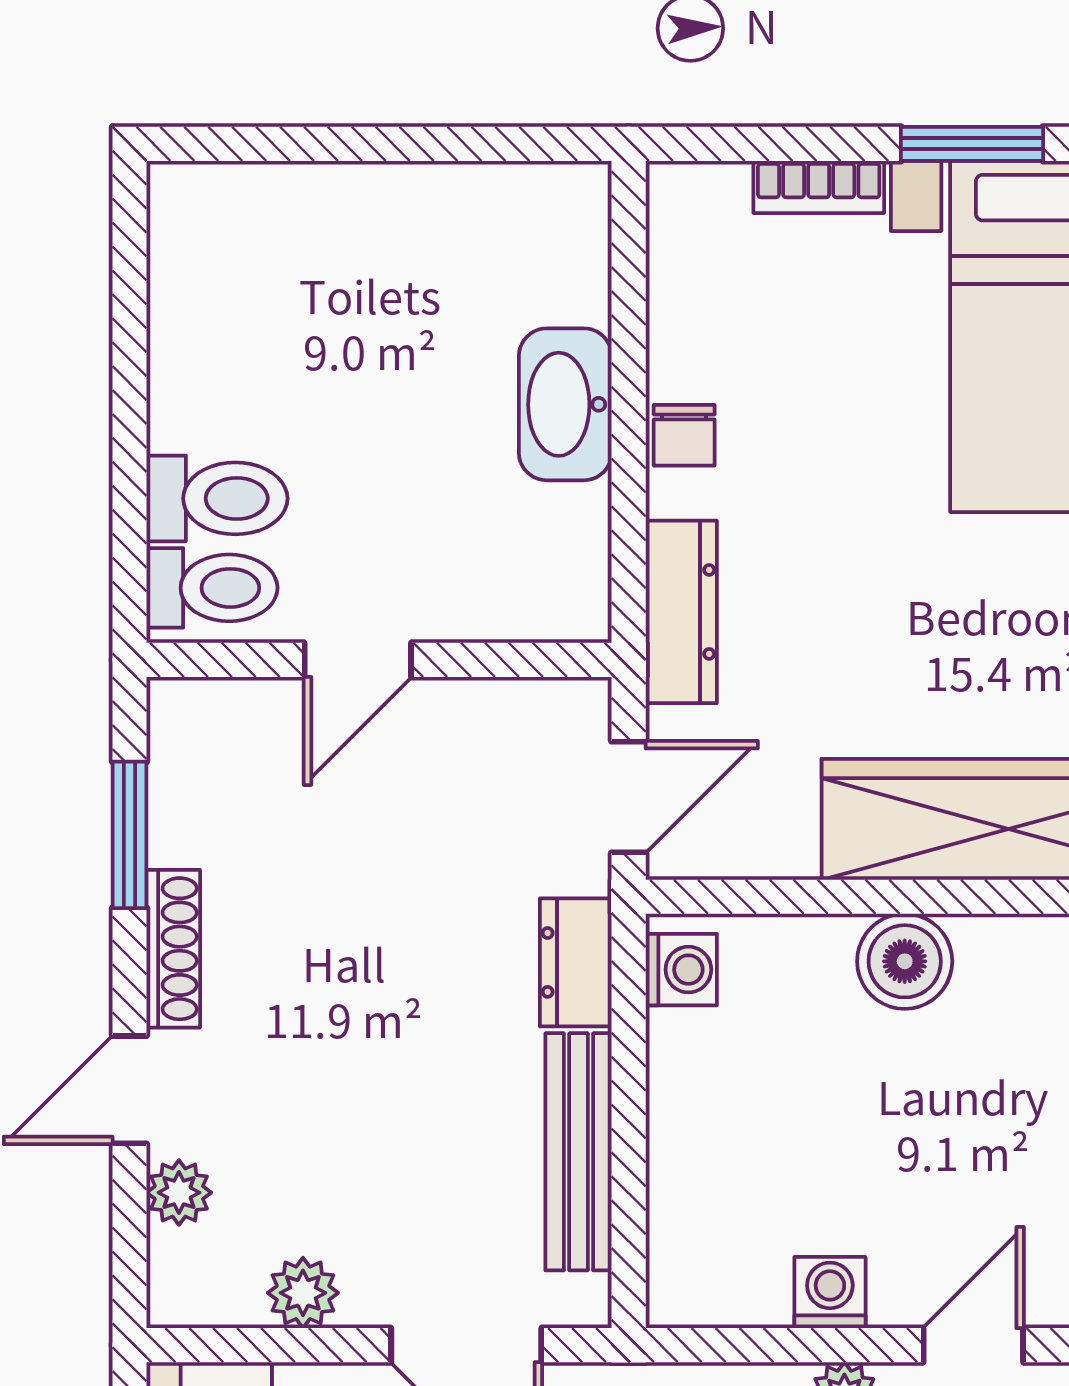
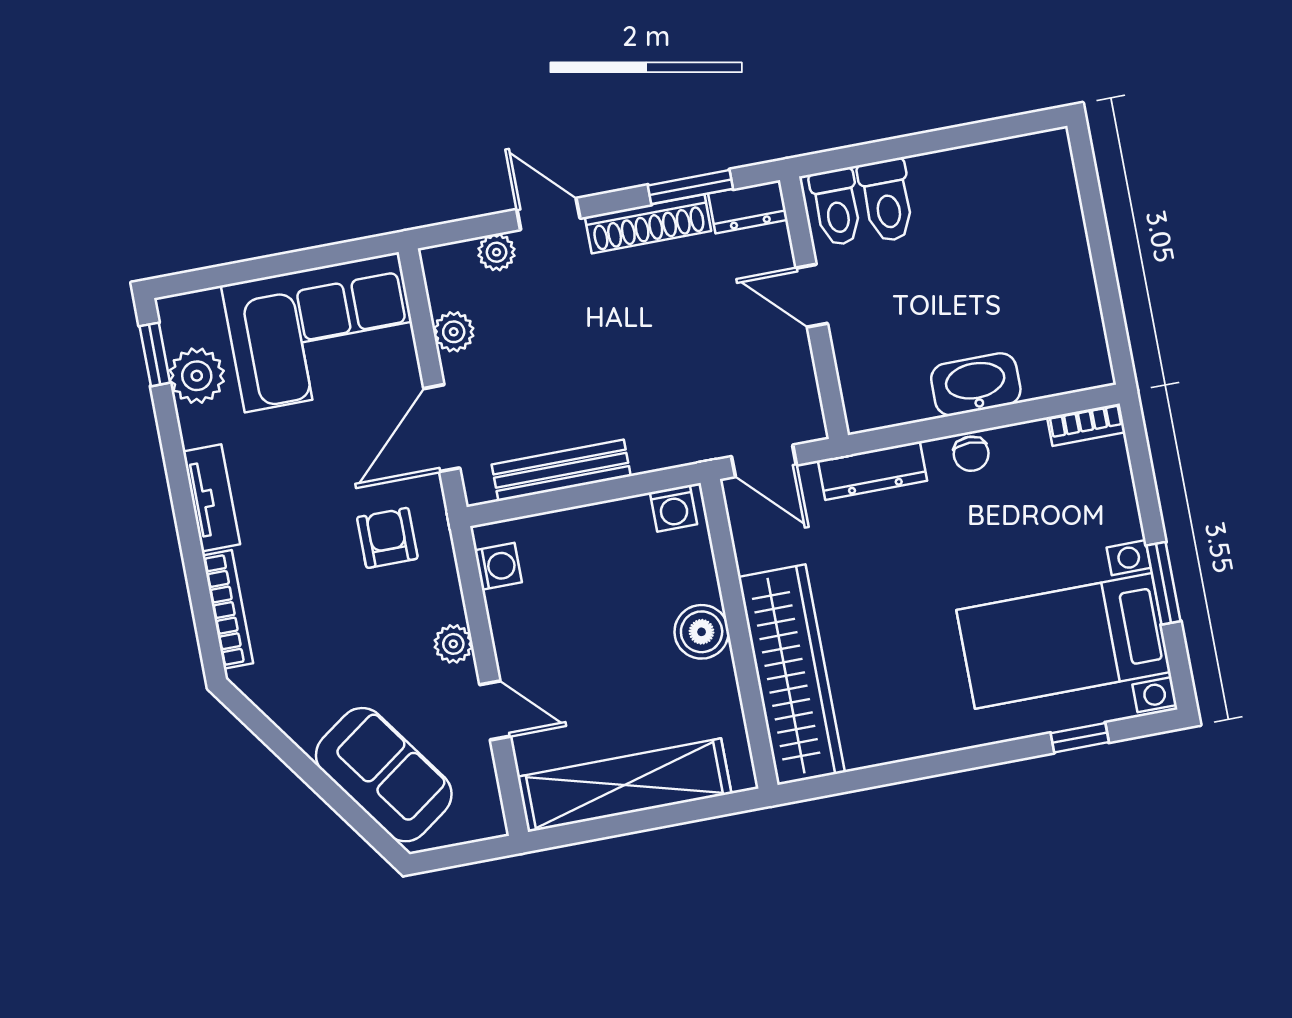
bookcase: (819, 187) -> (1086, 425), moved, turned -90
chair: (684, 435) -> (971, 454), turned -90
shoe rack: (173, 949) -> (648, 224), width x1.36, depth x1.24
dresser: (576, 962) -> (747, 207), moved, turned 180
washing machine: (830, 1293) -> (498, 566), moved

